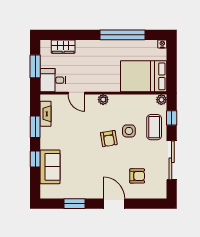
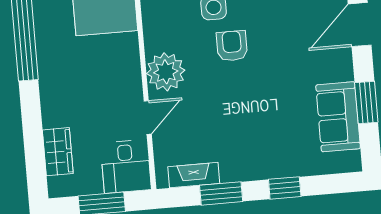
plant: (103, 100) -> (166, 72), width x1.88, depth x1.88
armchair: (109, 139) -> (232, 46), turned -81
sofa: (50, 167) -> (338, 117), moved, turned -90

